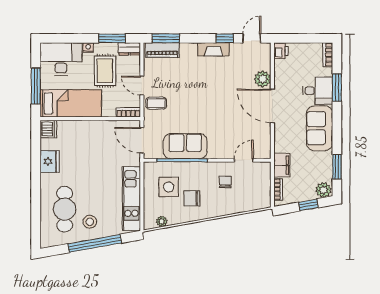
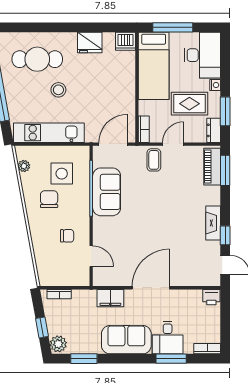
plant: (263, 79) -> (180, 277), removed
filing cabinet: (282, 165) -> (110, 298), moved
stool: (90, 222) -> (58, 90), moved

